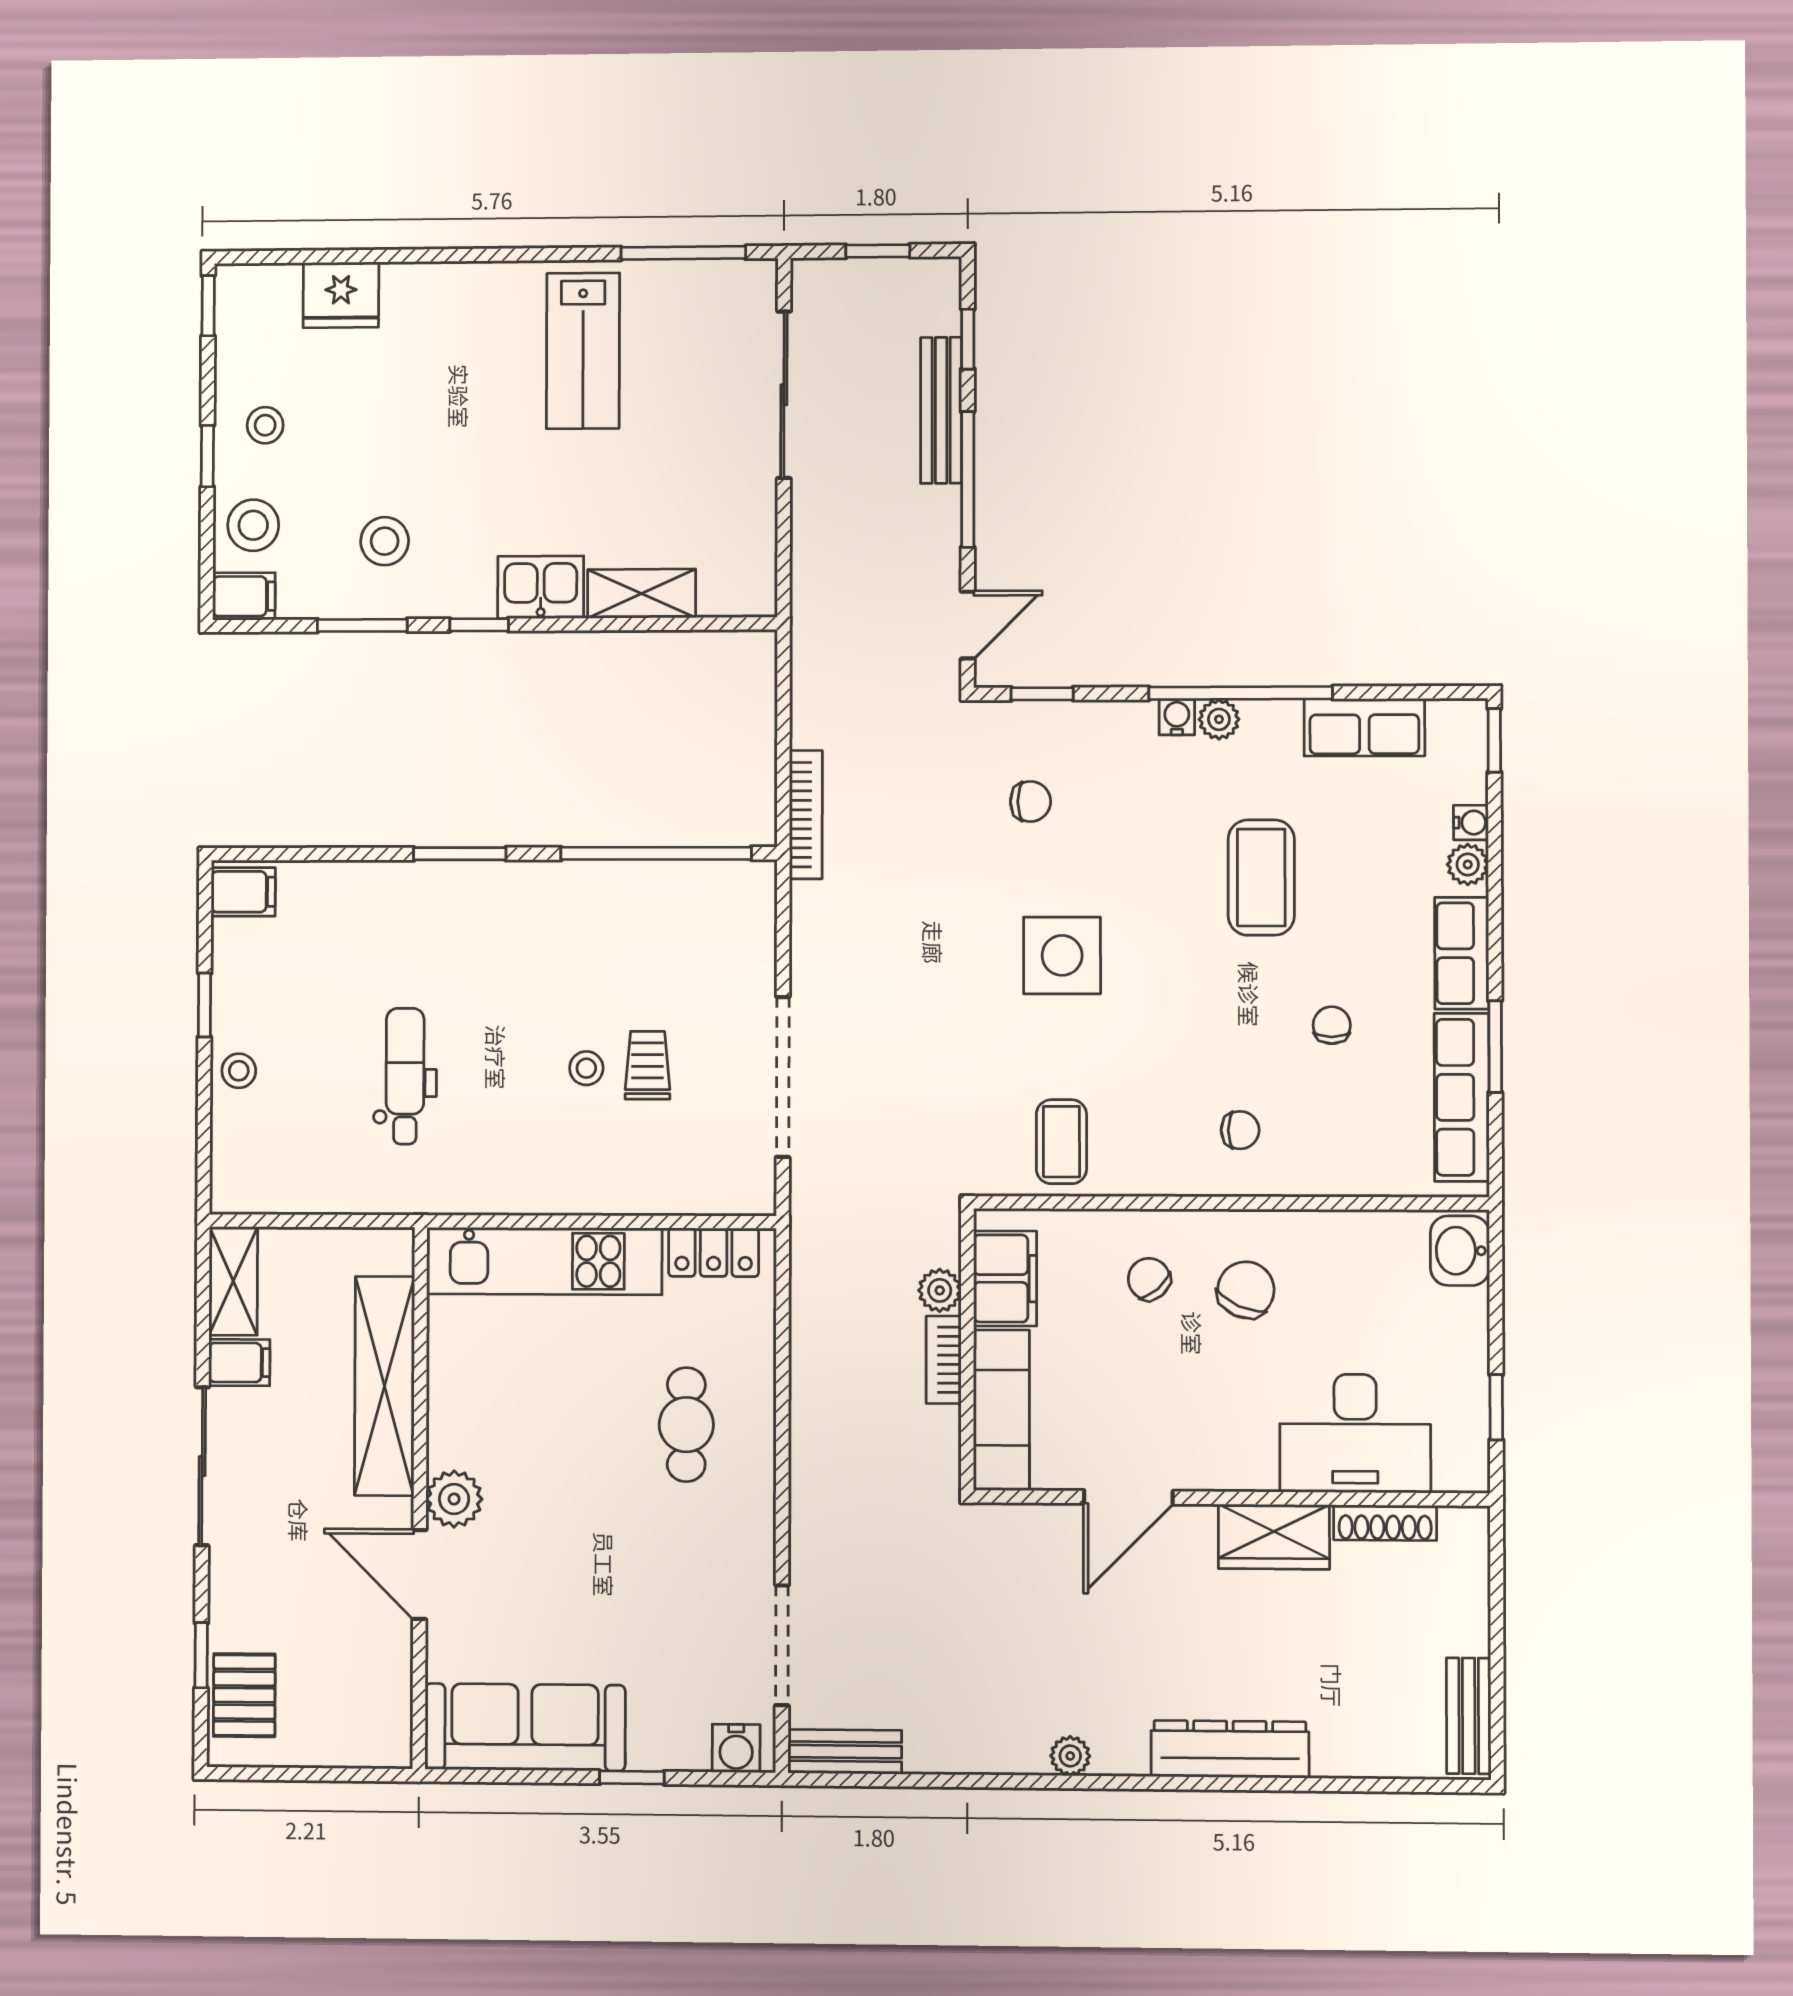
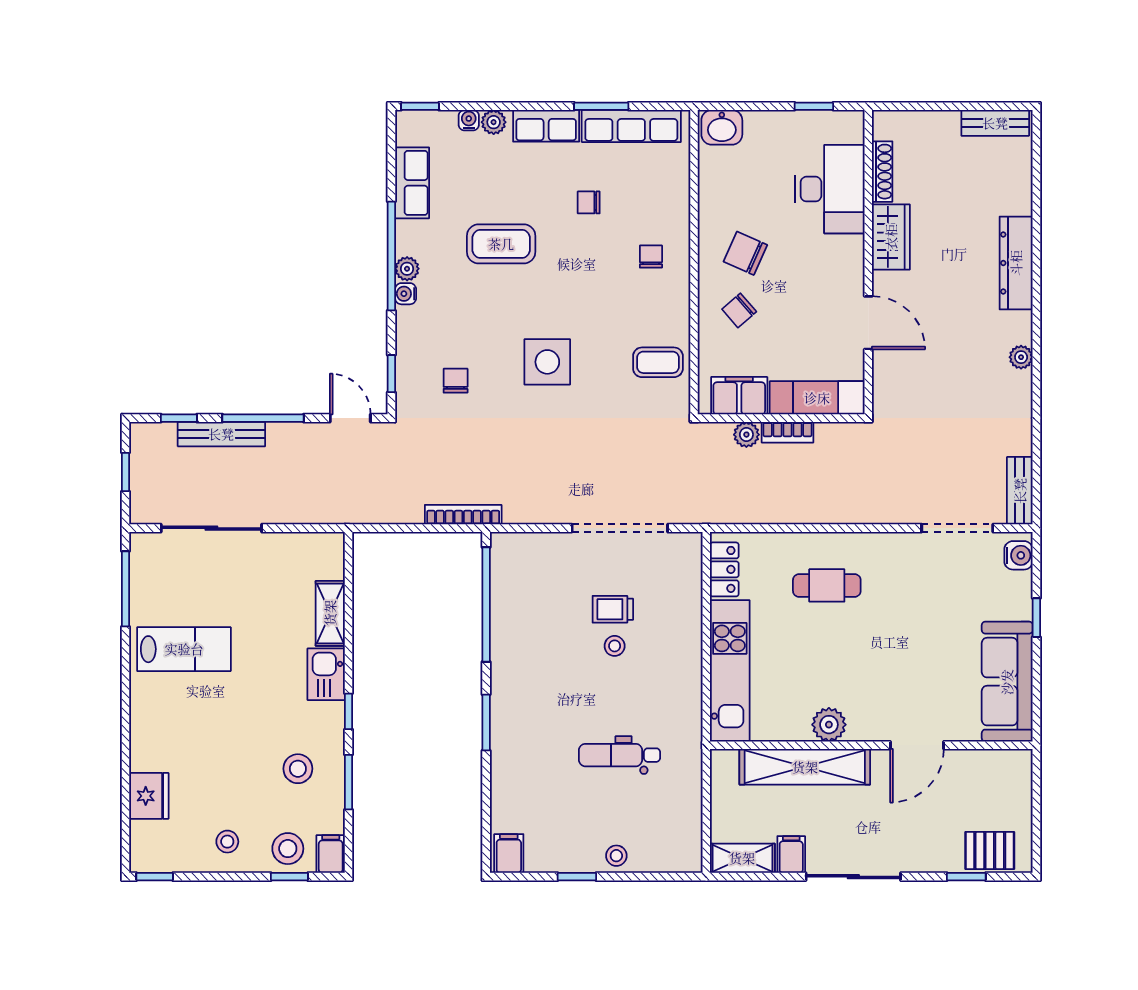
window: (207, 456) -> (289, 877), moved
plant: (454, 1499) -> (829, 725), moved

